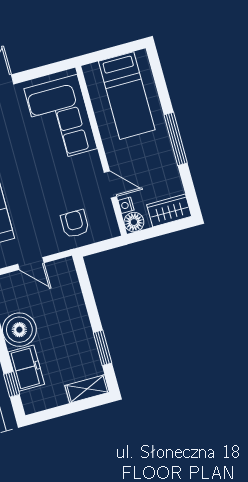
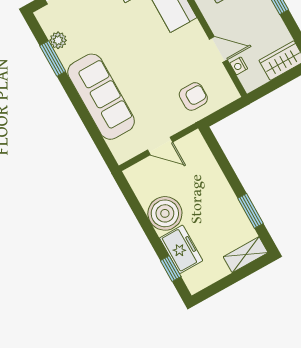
floor lamp: (134, 222) -> (251, 80), removed
armchair: (75, 224) -> (193, 96), turned 90

